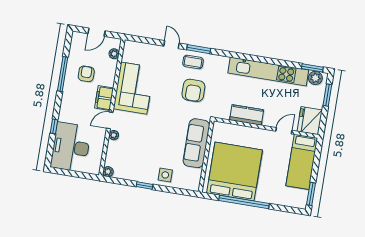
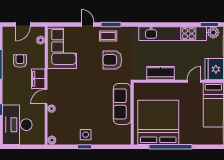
corner sofa: (134, 88) -> (62, 48), moved
armchair: (193, 90) -> (112, 60), turned 90
side table: (165, 175) -> (86, 135), moved

